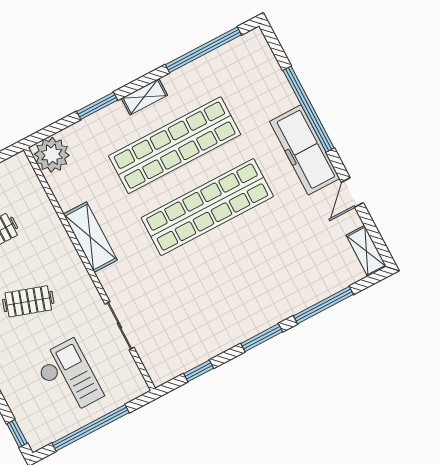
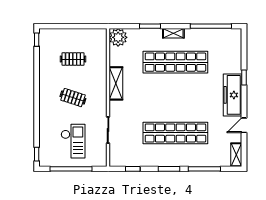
window: (309, 109) -> (244, 78), width x0.32
shop shelf: (207, 207) -> (175, 133), moved

